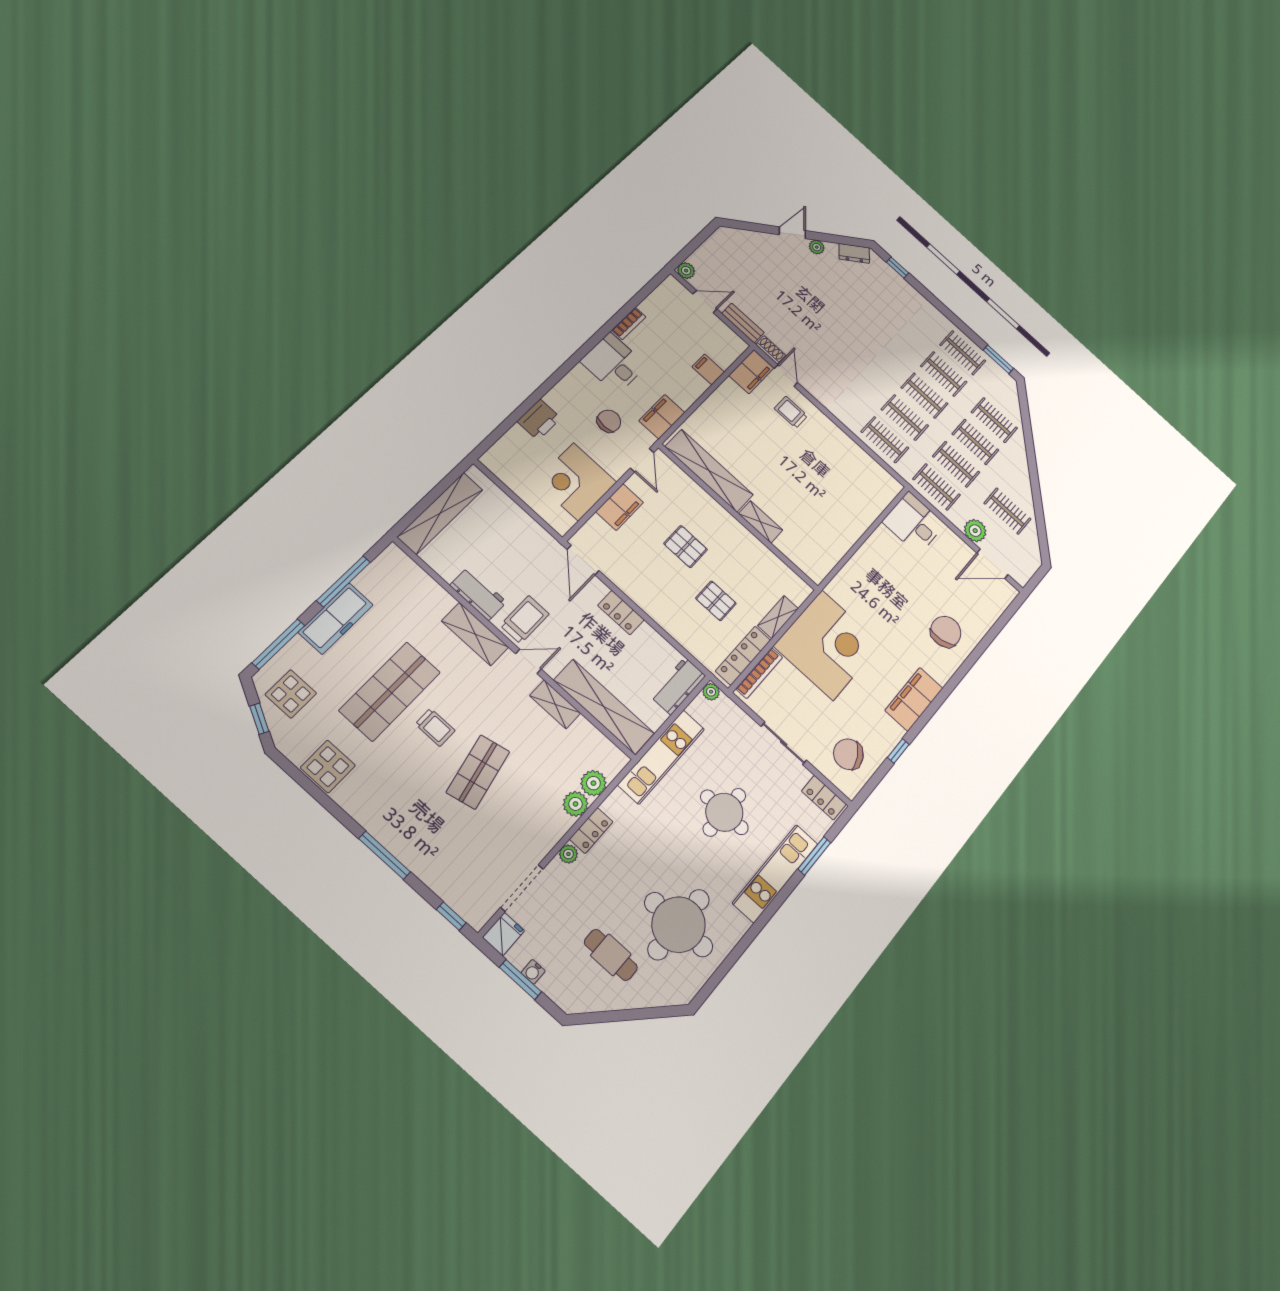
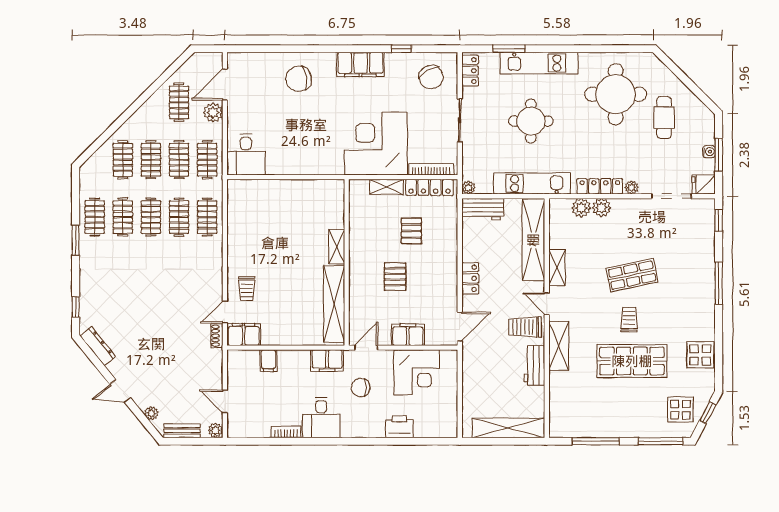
plant: (817, 247) -> (152, 413), moved
dresser: (854, 253) -> (98, 346), width x1.44
bench: (743, 323) -> (182, 431), moved, turned 90
window: (998, 359) -> (76, 240), moved
door: (992, 564) -> (225, 84), swing flipped
freezer: (336, 619) -> (620, 426), removed
locker: (591, 830) -> (600, 186), width x1.53

